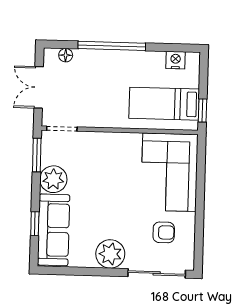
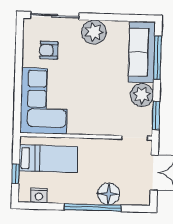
floor lamp: (66, 55) -> (109, 194), moved, width x1.89, depth x1.89
window: (203, 110) -> (16, 174), moved
window: (35, 224) -> (158, 58), width x2.17

